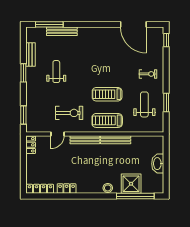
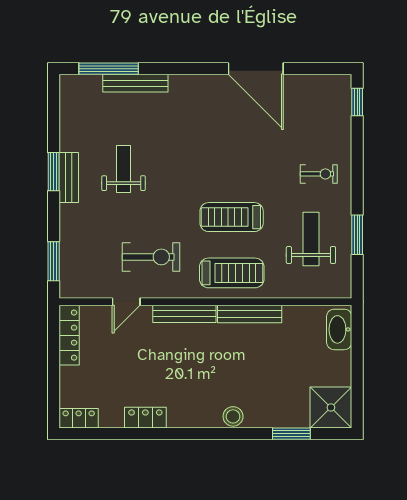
door: (133, 24) -> (256, 69), moved
bench: (30, 55) -> (69, 178), moved
treadmill: (107, 120) -> (232, 273), turned 180
locker: (31, 145) -> (69, 335), width x1.53
washbasin: (158, 164) -> (339, 329), moved
shower: (131, 184) -> (331, 407), moved
locker: (40, 189) -> (79, 418), width x0.66
window: (135, 196) -> (291, 434), width x0.47

